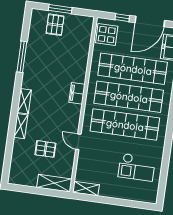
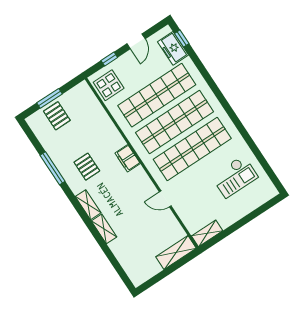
door: (150, 21) -> (136, 41), width x0.53
pallet: (45, 149) -> (87, 167), moved, turned 90

